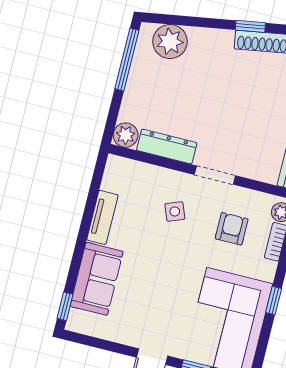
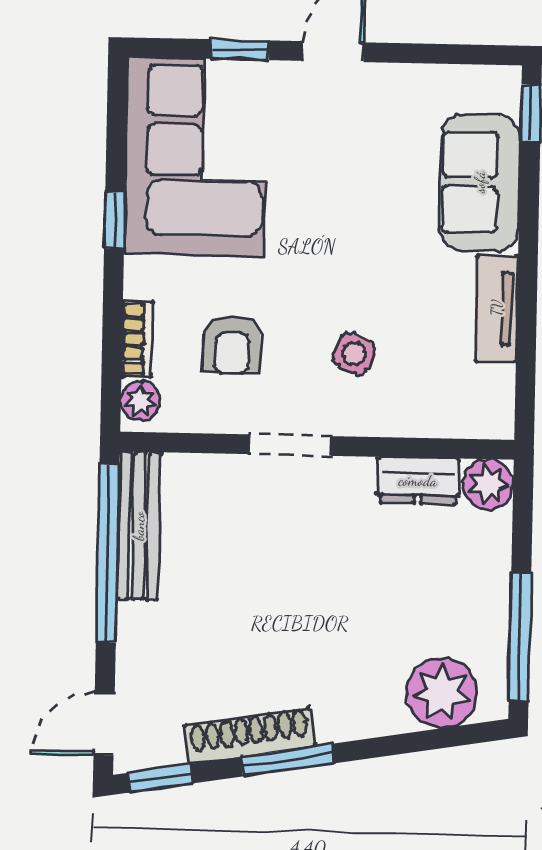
window: (250, 26) -> (287, 760), width x1.50
dresser: (167, 147) -> (418, 481), width x0.70
side table: (175, 211) -> (354, 354), turned 45

